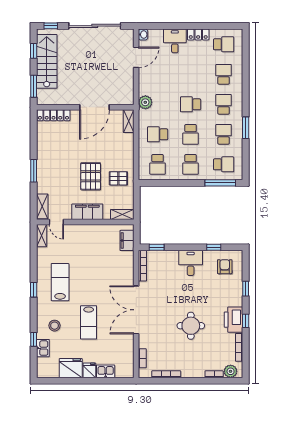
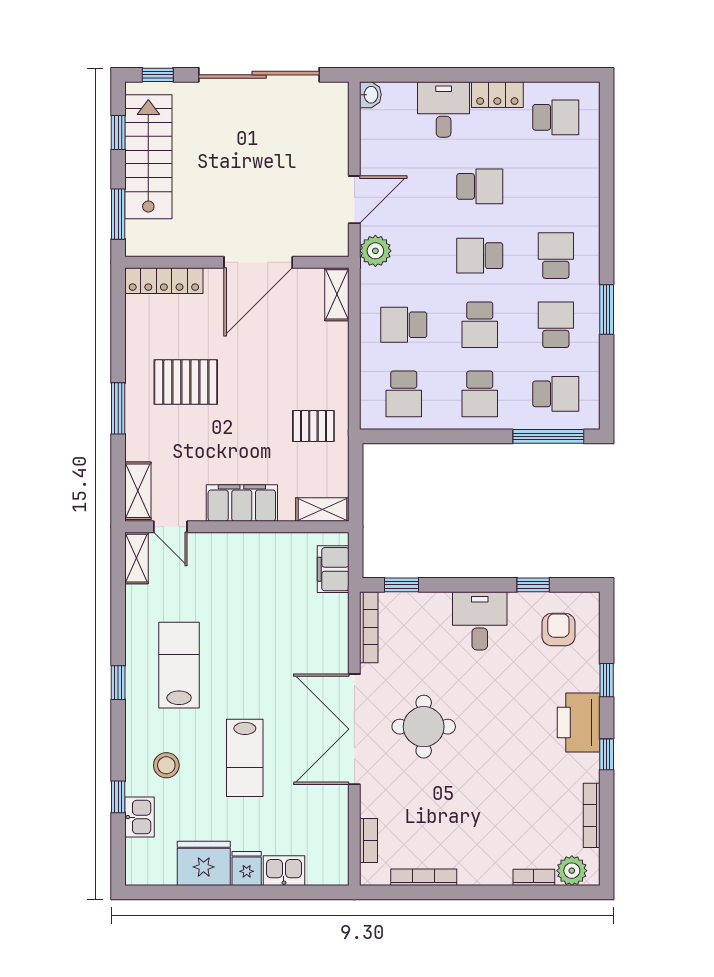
door: (136, 57) -> (354, 200), moved
school desk: (224, 74) -> (480, 186), moved, turned 90
pallet: (91, 176) -> (186, 382), moved, turned 90
printer: (233, 320) -> (579, 722), moved
round table: (191, 326) -> (424, 727), moved

